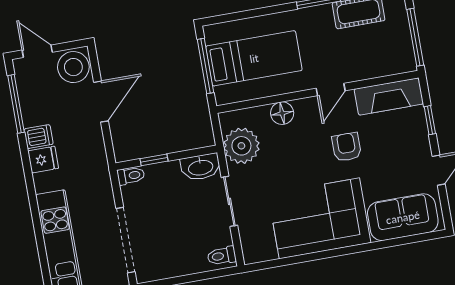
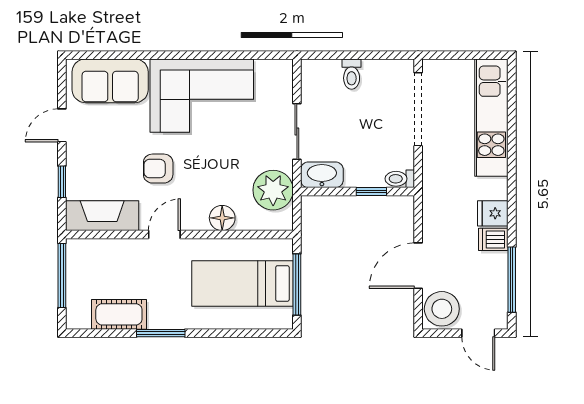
armchair: (347, 147) -> (158, 169), turned 90
toilet: (222, 256) -> (352, 74), moved, turned 90

